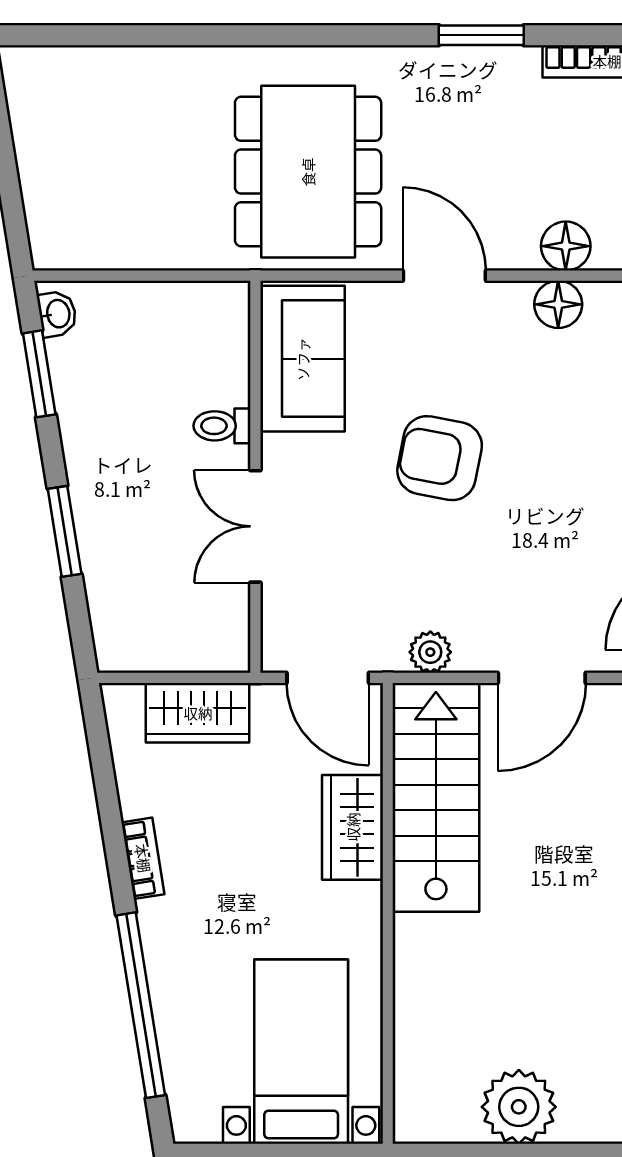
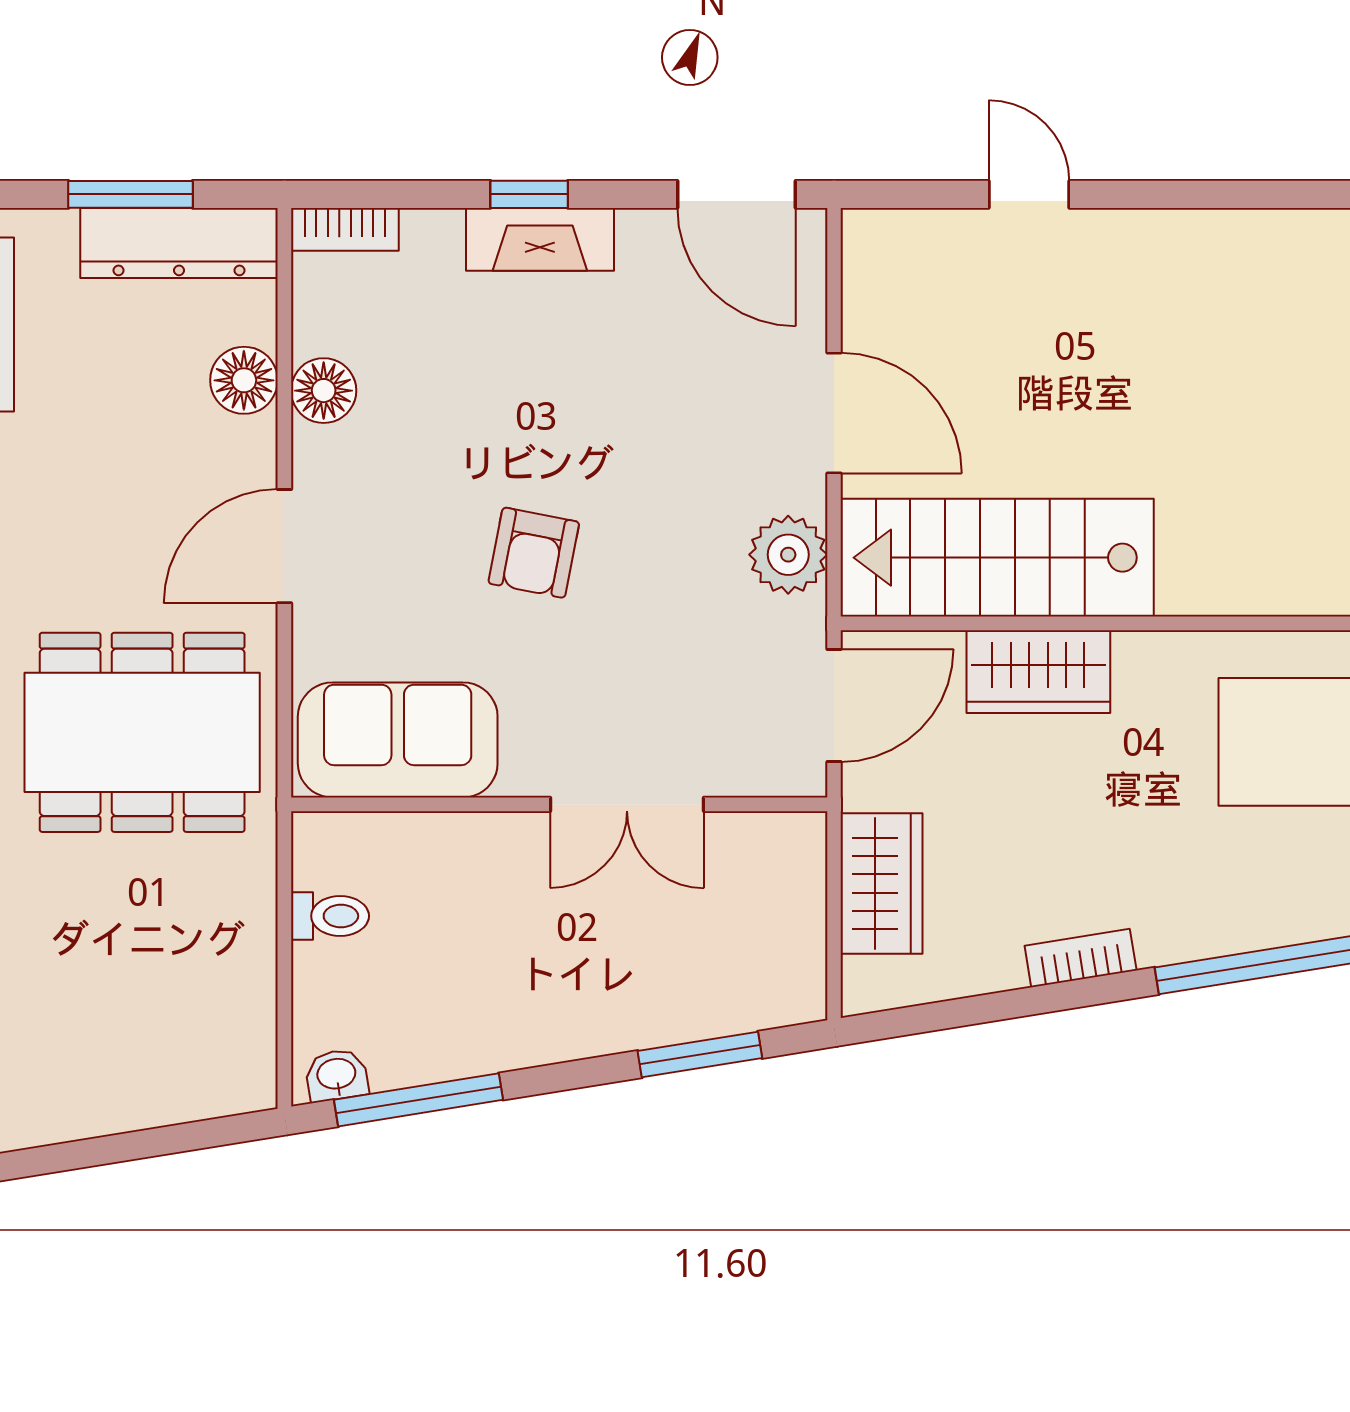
window: (39, 374) -> (418, 1100), width x1.44
toilet: (222, 426) -> (330, 916), moved, turned -90
armchair: (440, 458) -> (534, 553), width x0.72, depth x0.72
window: (65, 531) -> (700, 1055), moved
plant: (430, 652) -> (788, 555), width x1.38, depth x1.38

